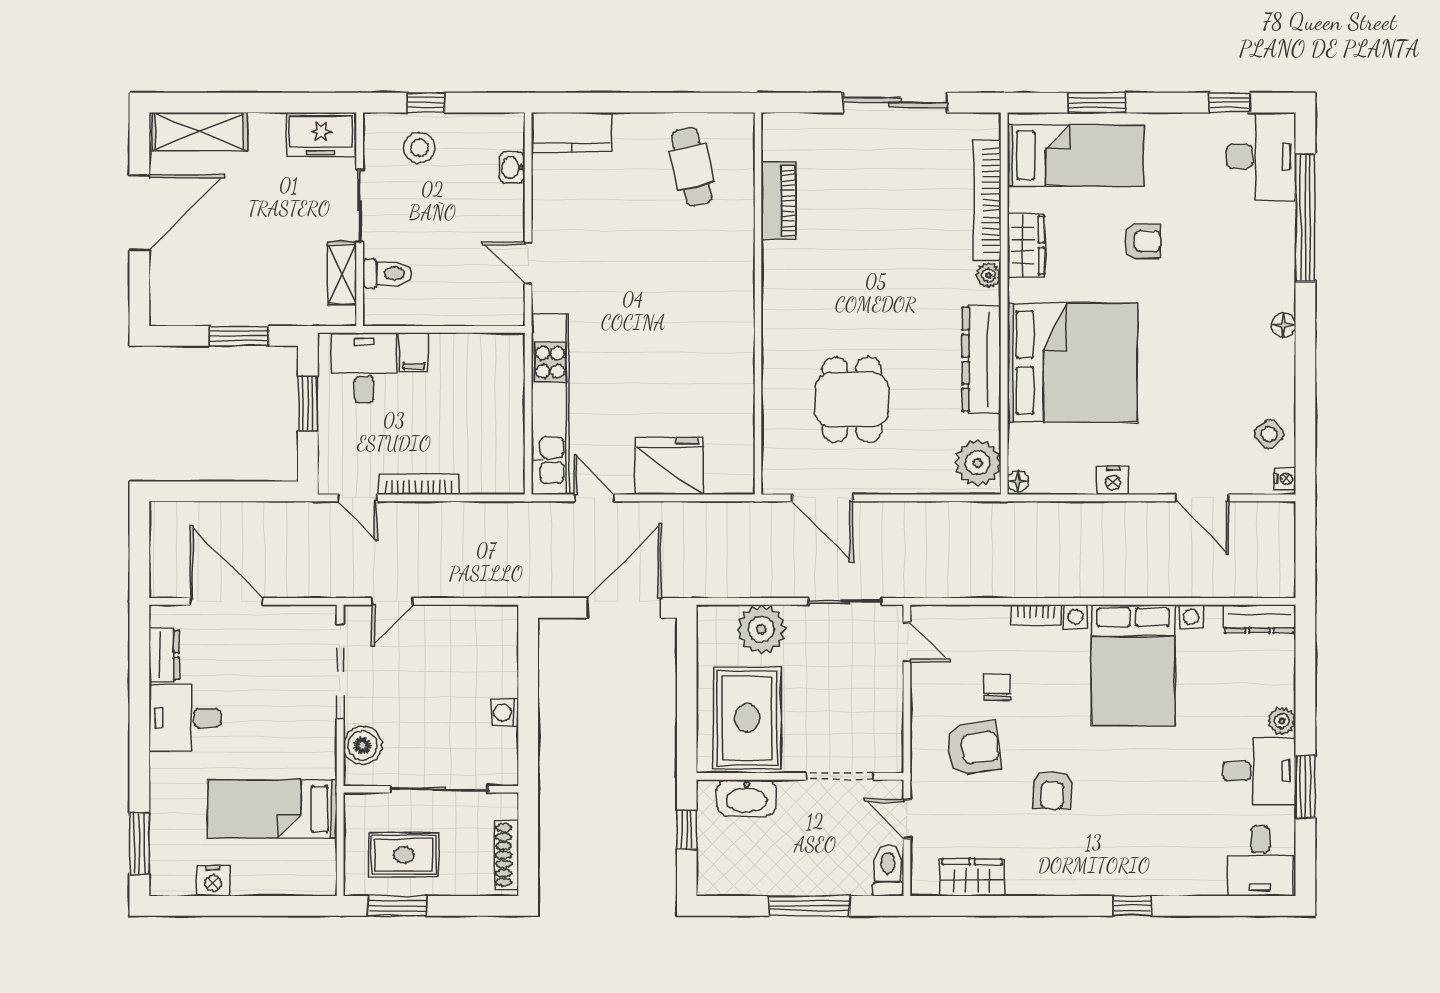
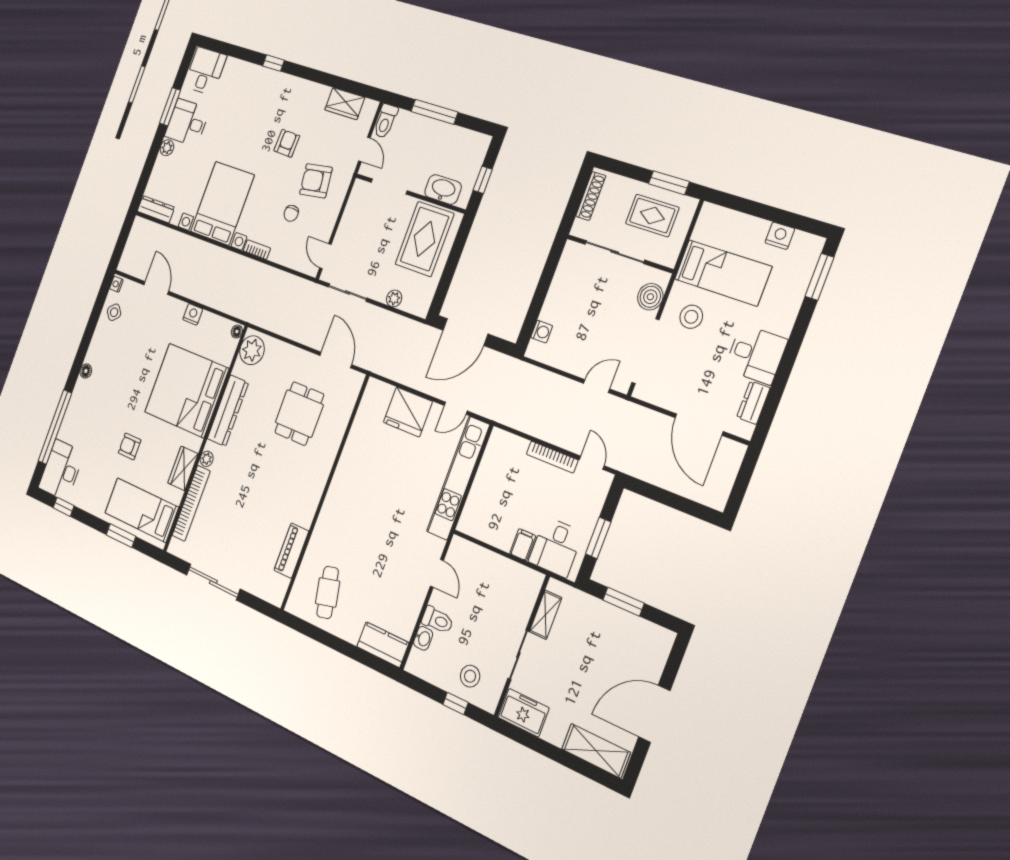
toilet: (387, 273) -> (437, 620), moved, turned 180
door: (594, 498) -> (456, 408), hinge flipped
plant: (761, 629) -> (394, 298), width x0.53, depth x0.53
washing machine: (505, 713) -> (542, 332), moved
stool: (294, 738) -> (691, 317), added

